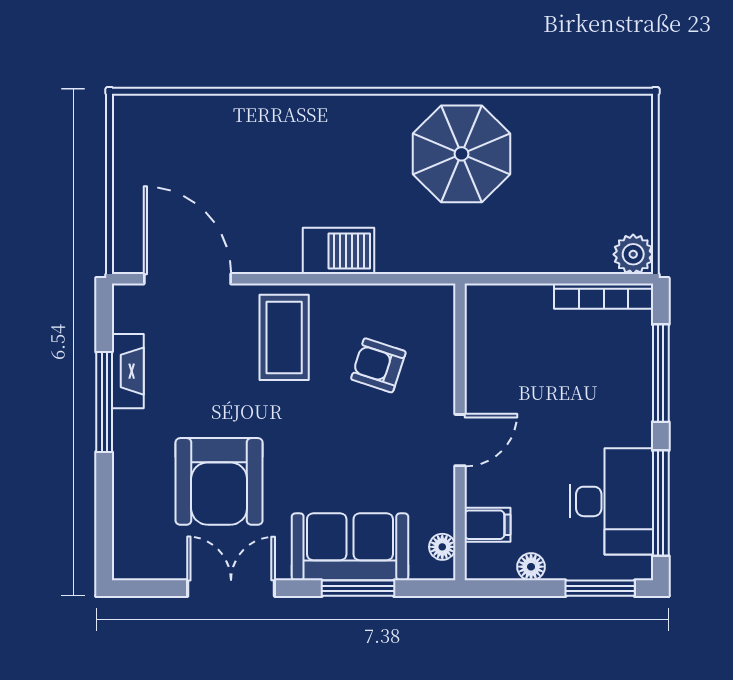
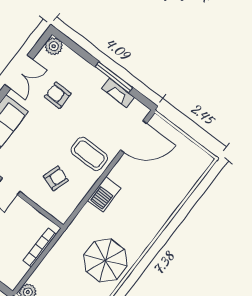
bookcase: (604, 296) -> (40, 247), moved
armchair: (219, 481) -> (58, 95), width x0.53, depth x0.53
plant: (133, 560) -> (54, 46), added

